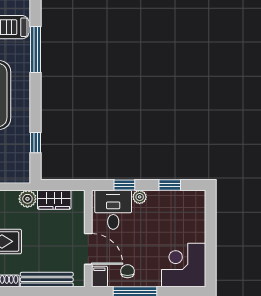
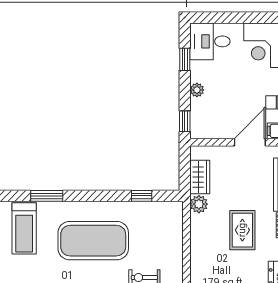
window: (36, 49) -> (47, 196), width x0.69
window: (124, 185) -> (185, 121), moved
desk: (113, 210) -> (210, 41), moved

